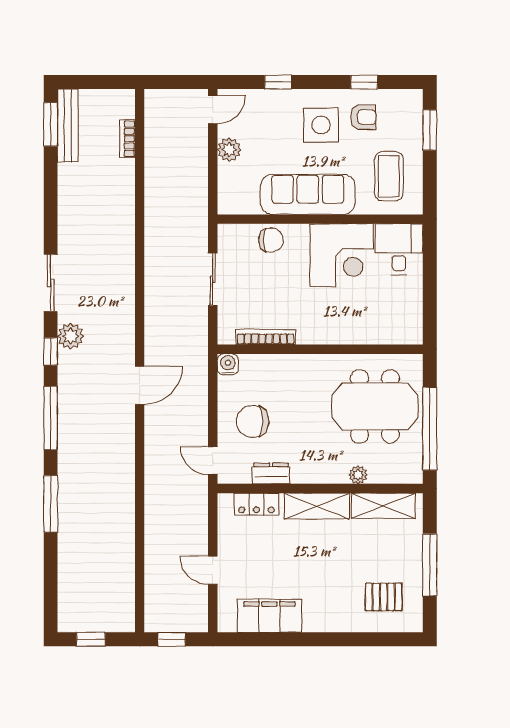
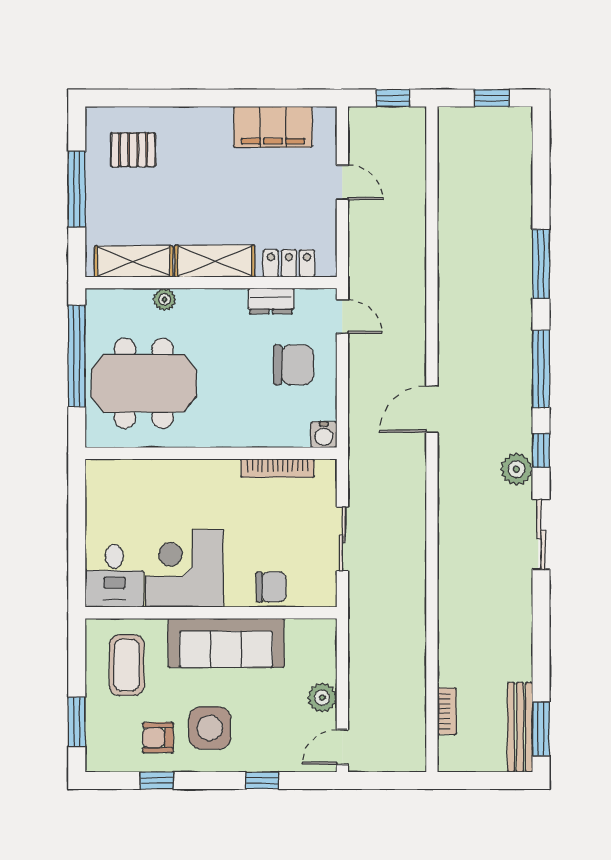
chair: (271, 240) -> (271, 587), turned 180

